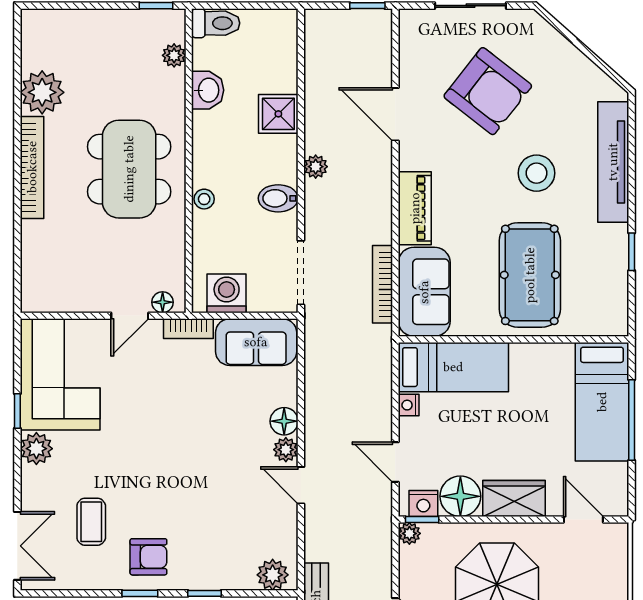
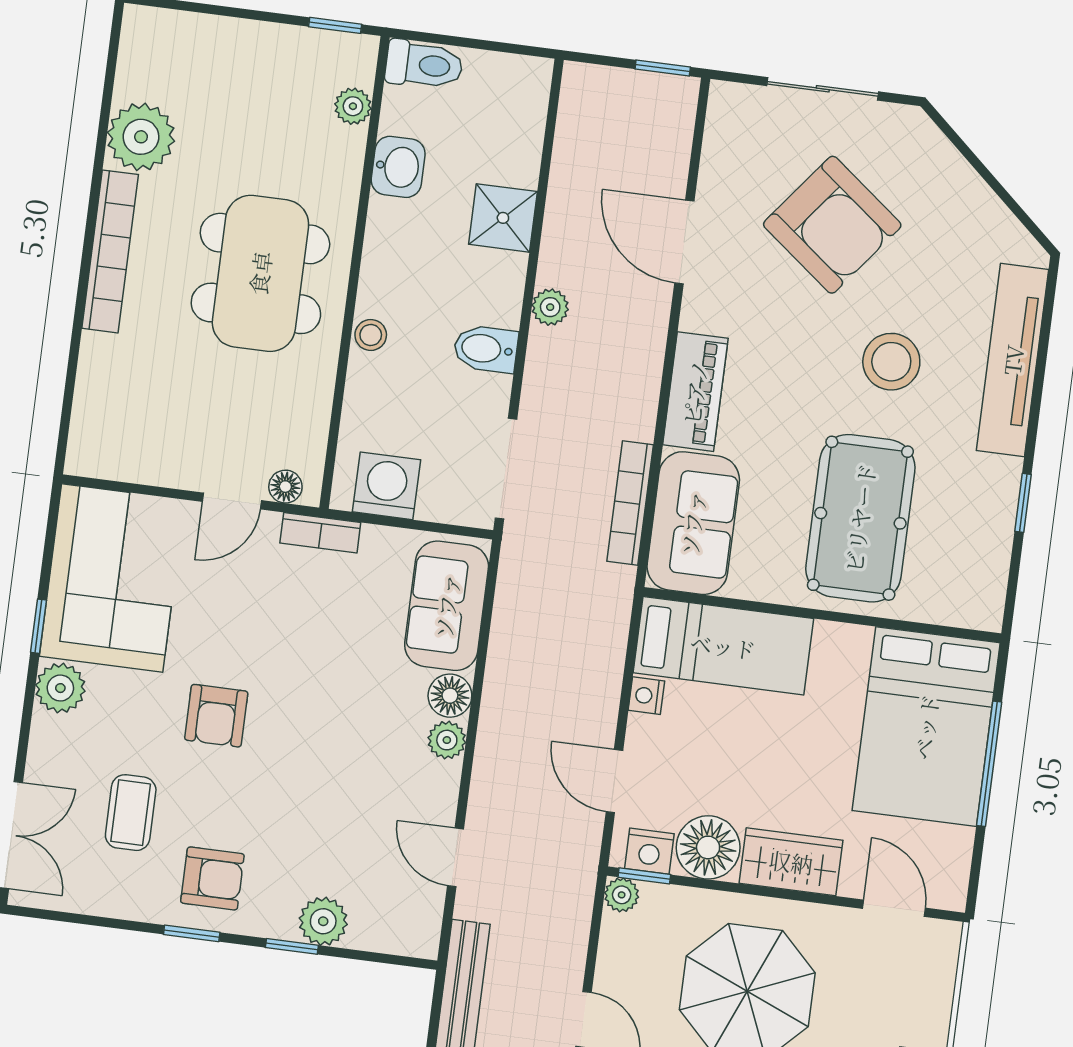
sofa: (256, 342) -> (447, 606), moved, turned 90
bed: (602, 402) -> (926, 727), width x1.50
armchair: (138, 453) -> (216, 716), added
door: (301, 485) -> (455, 857), moved
plant: (273, 575) -> (323, 921), moved

